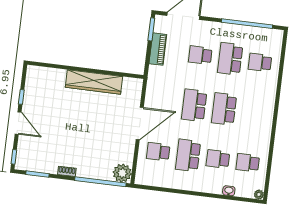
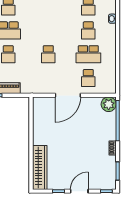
wardrobe: (94, 82) -> (40, 167), moved
school desk: (194, 105) -> (48, 54), width x0.54
school desk: (224, 109) -> (48, 30), removed
door: (140, 123) -> (68, 95), swing flipped

